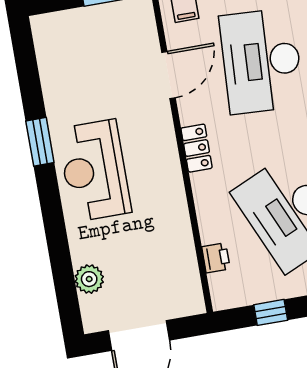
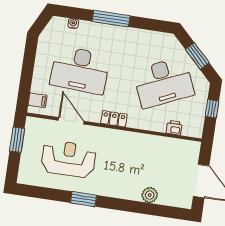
reception desk: (94, 171) -> (68, 159), moved, turned 180
plant: (89, 279) -> (150, 195), moved

